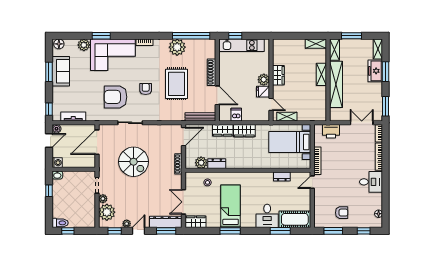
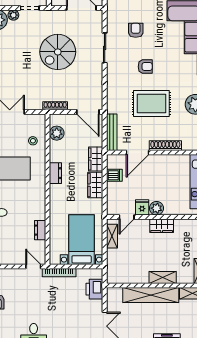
armchair: (116, 97) -> (136, 30), width x0.53, depth x0.53
dresser: (217, 164) -> (55, 173), moved

